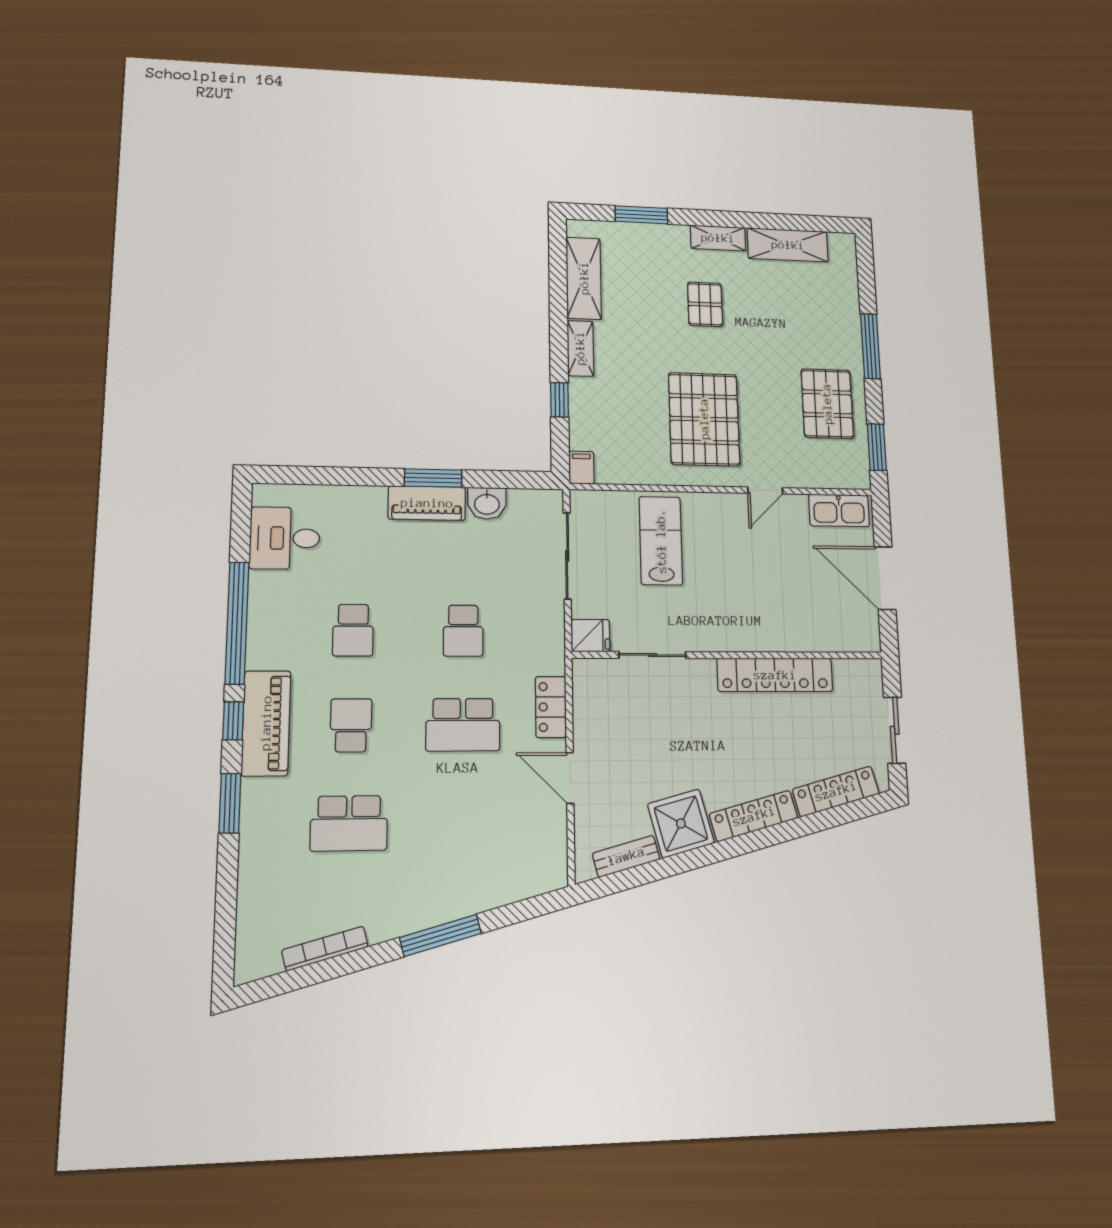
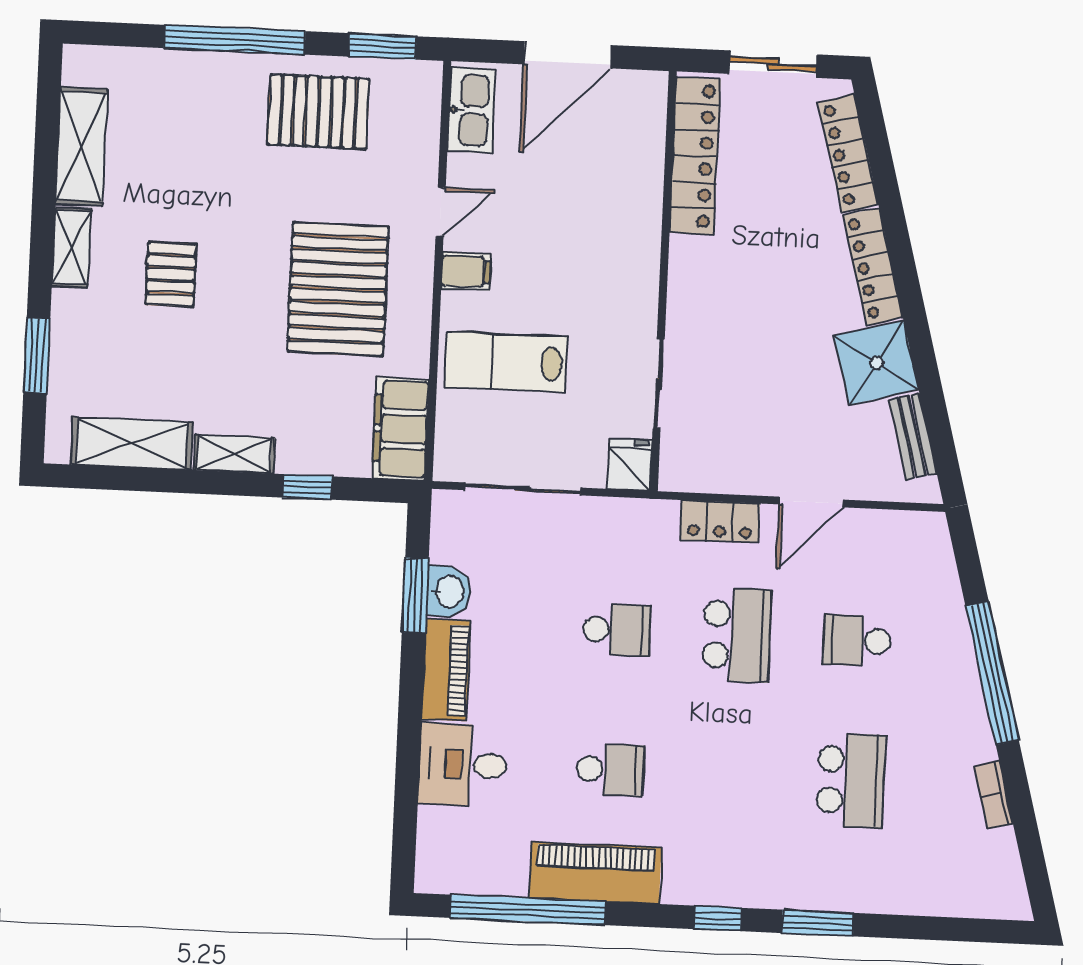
pallet: (705, 304) -> (171, 274), turned 90
window: (870, 346) -> (235, 40), width x1.46
pallet: (704, 419) -> (338, 289), turned 90
filing cabinet: (581, 468) -> (401, 429), width x3.00, depth x1.17
window: (433, 478) -> (415, 595), moved
door: (765, 490) -> (441, 212), hinge flipped
filing cabinet: (724, 510) -> (466, 271), added
desk: (285, 538) -> (463, 765), moved, turned 90
window: (237, 623) -> (528, 910), moved
locker: (775, 675) -> (695, 156), moved
piano: (266, 723) -> (595, 873), moved
school desk: (351, 725) -> (857, 641), moved
window: (441, 935) -> (992, 673), width x1.46
bookcase: (325, 949) -> (994, 795), width x0.64

